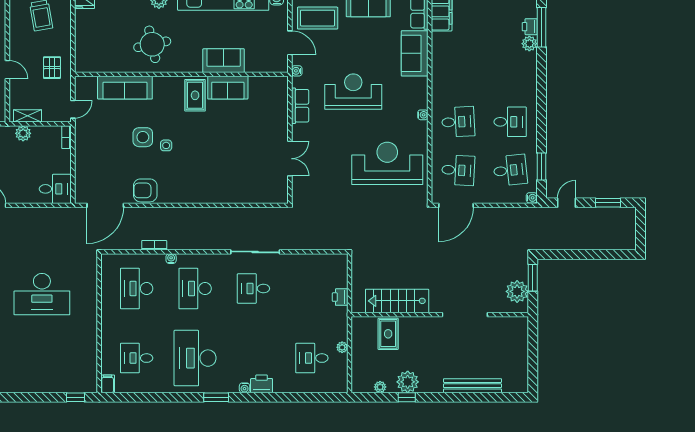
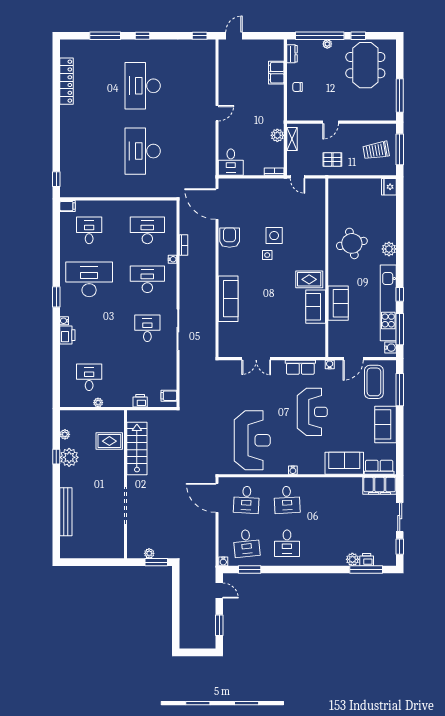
sofa: (125, 88) -> (228, 299), moved, turned 180
filing cabinet: (334, 263) -> (169, 396), added
plant: (517, 291) -> (149, 553), width x0.53, depth x0.53

